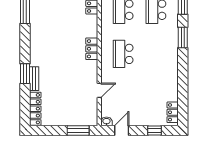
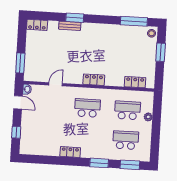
door: (99, 90) -> (56, 84), swing flipped
locker: (35, 109) -> (37, 25), width x0.66
locker: (173, 112) -> (70, 152), moved

